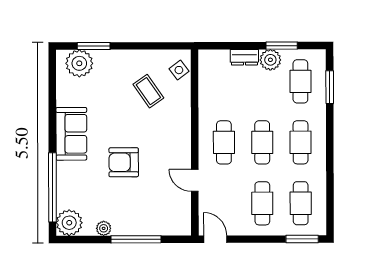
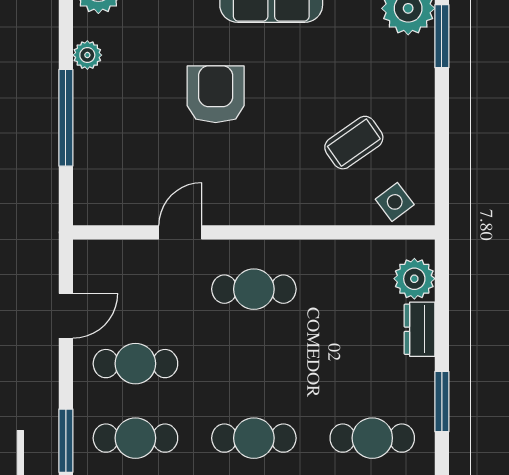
plant: (270, 60) -> (414, 279), moved
cafe table: (262, 142) -> (254, 364), removed
door: (215, 239) -> (66, 316), moved

